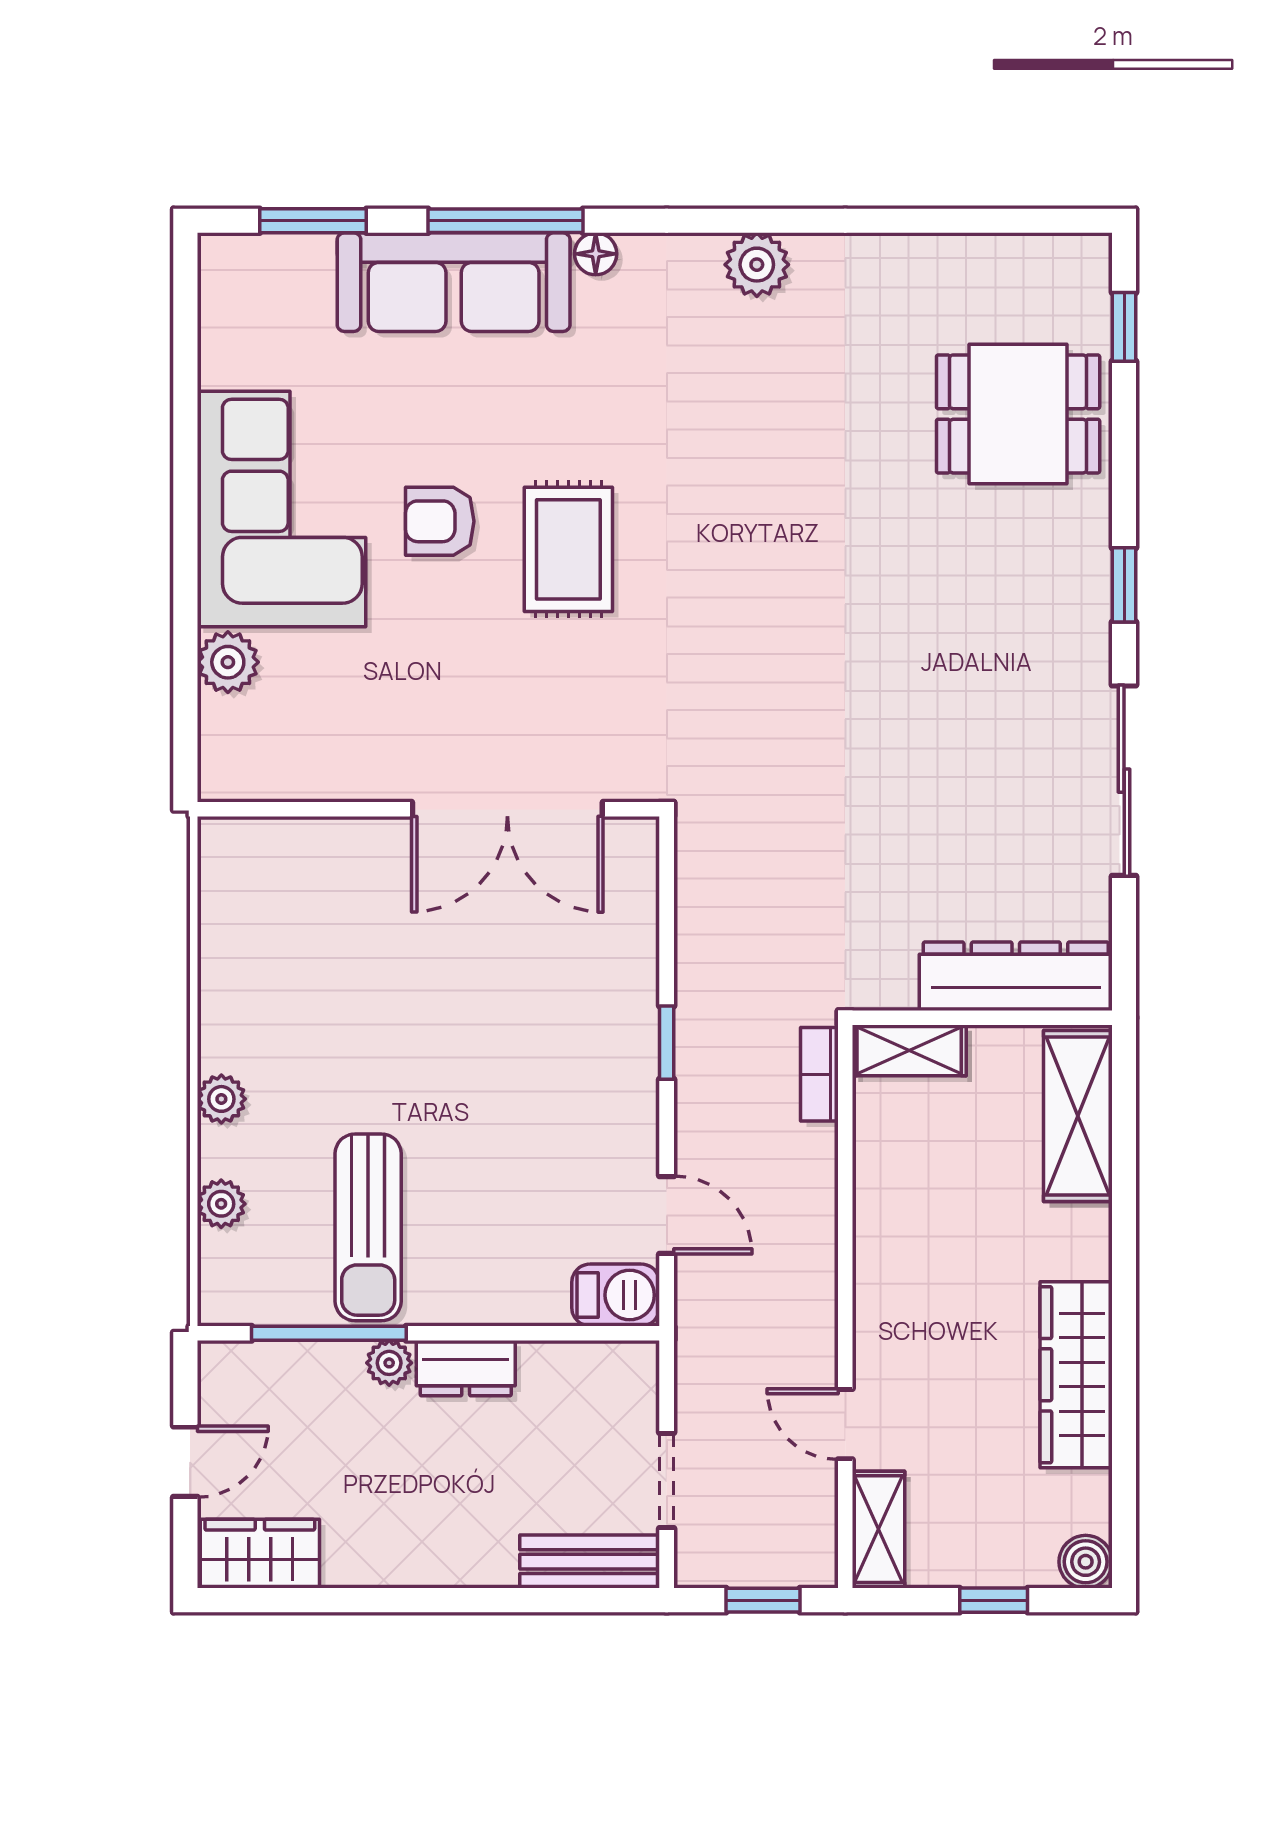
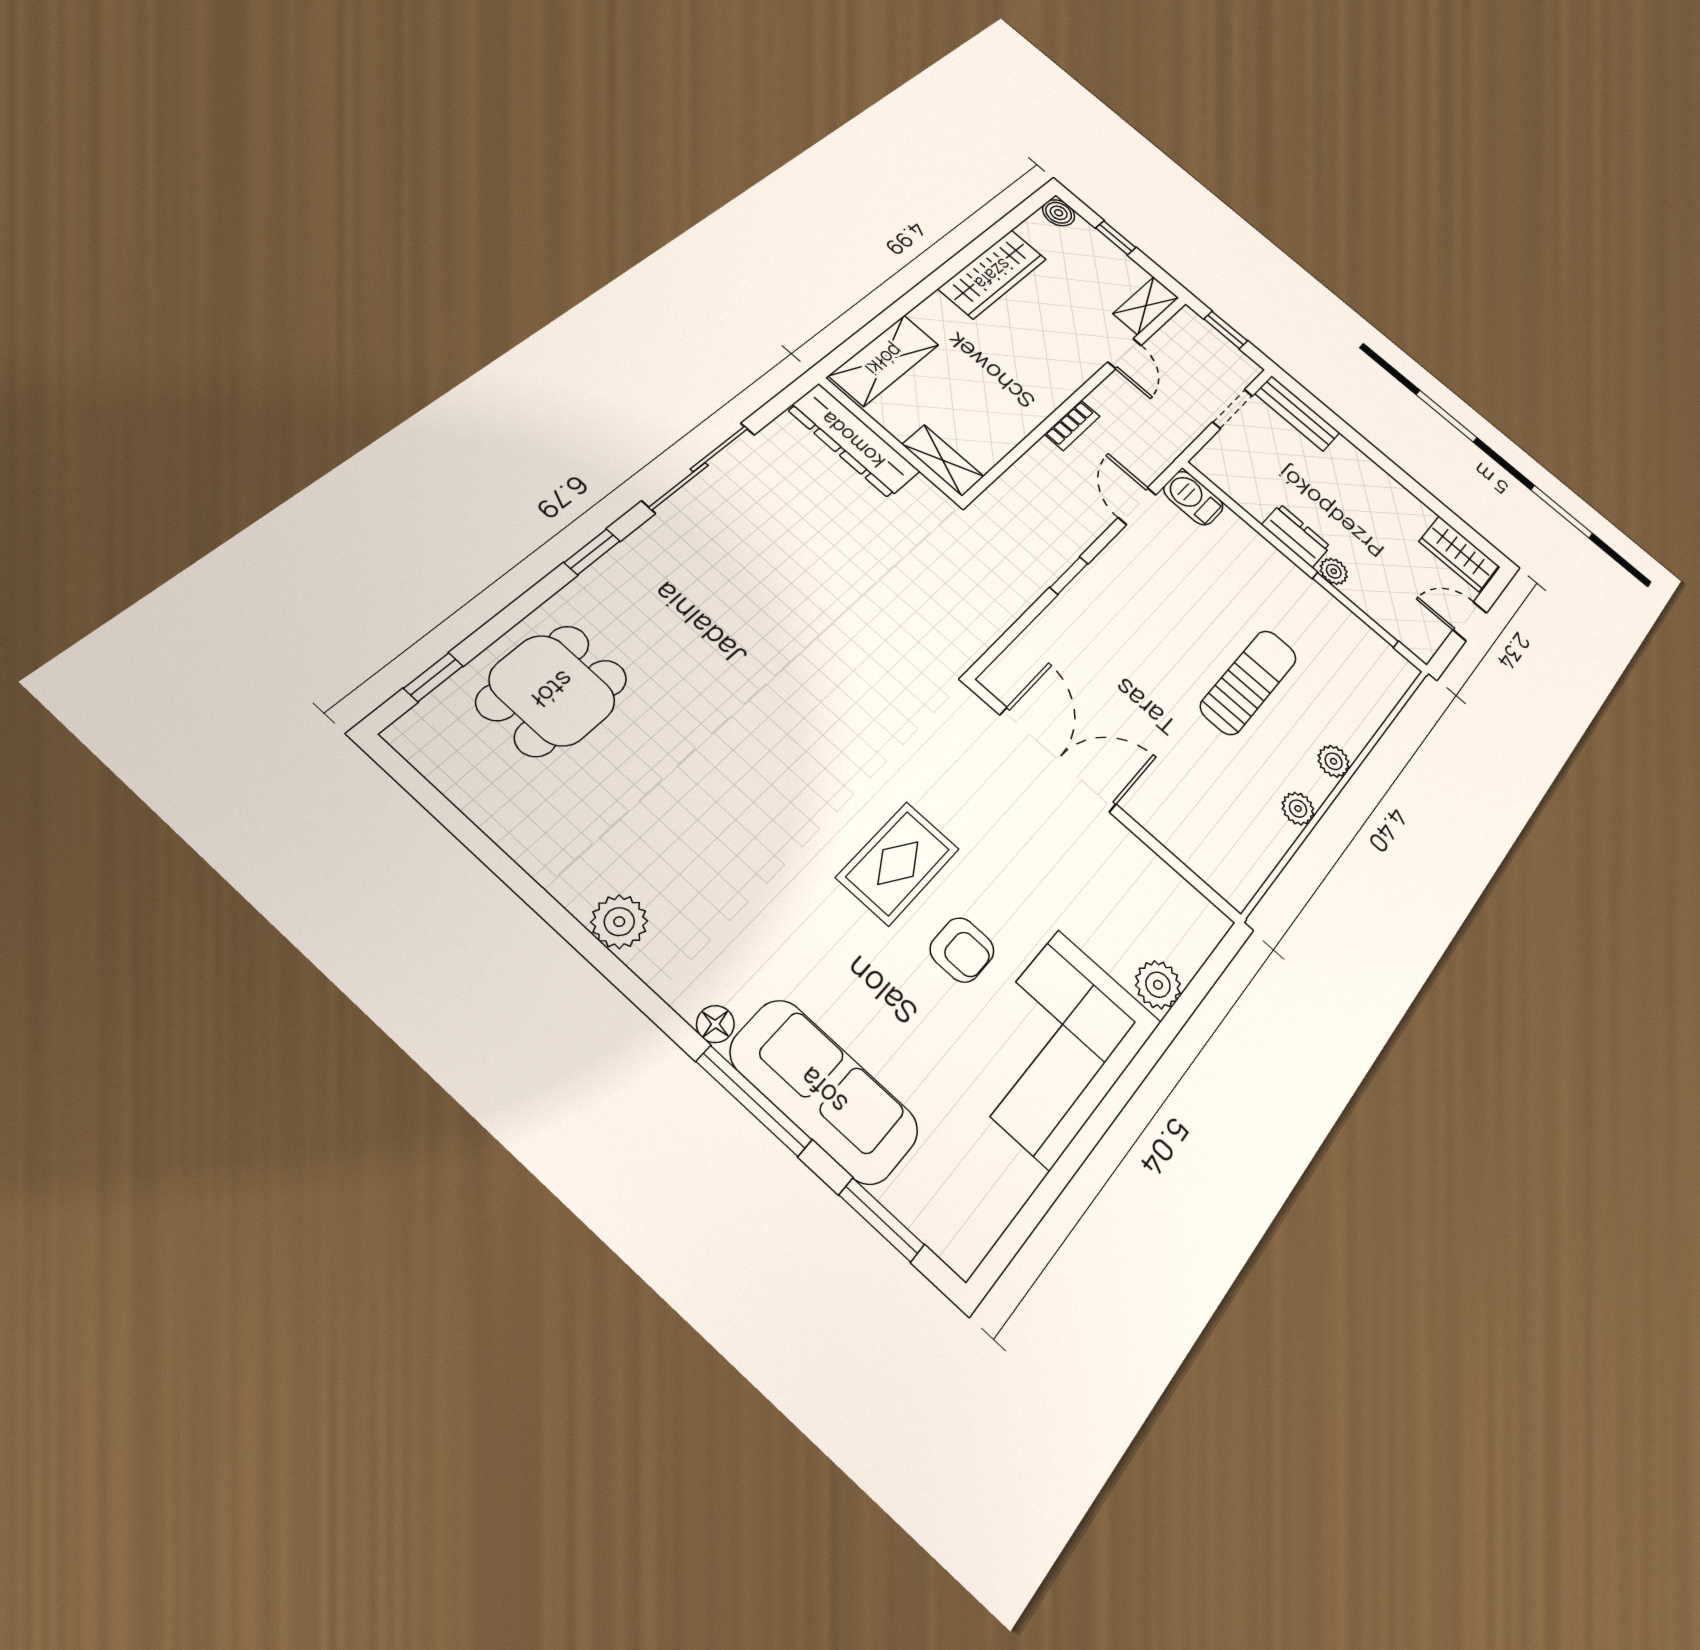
dining table: (1018, 414) -> (552, 690), turned 90
bookcase: (819, 1074) -> (1072, 425), moved
plant: (221, 1204) -> (1298, 809), moved
sun lounger: (368, 1227) -> (1249, 682), moved

